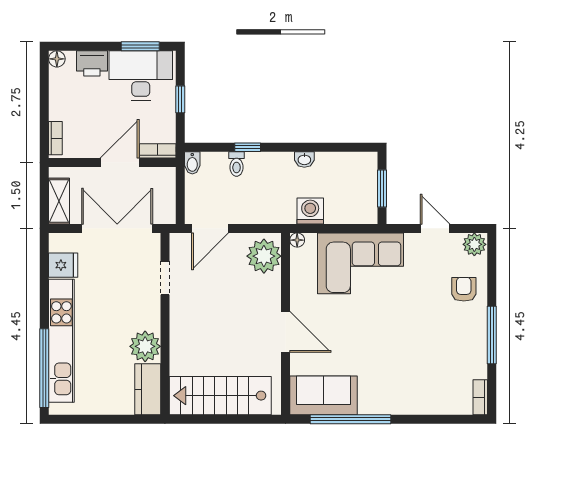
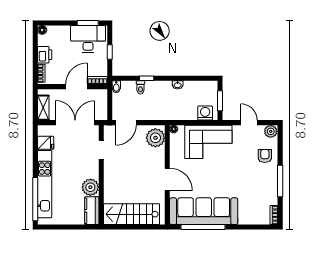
printer: (92, 63) -> (45, 55), moved, turned -90
washing machine: (310, 211) -> (205, 113), moved
sofa: (323, 395) -> (204, 211), width x1.85, depth x1.27

